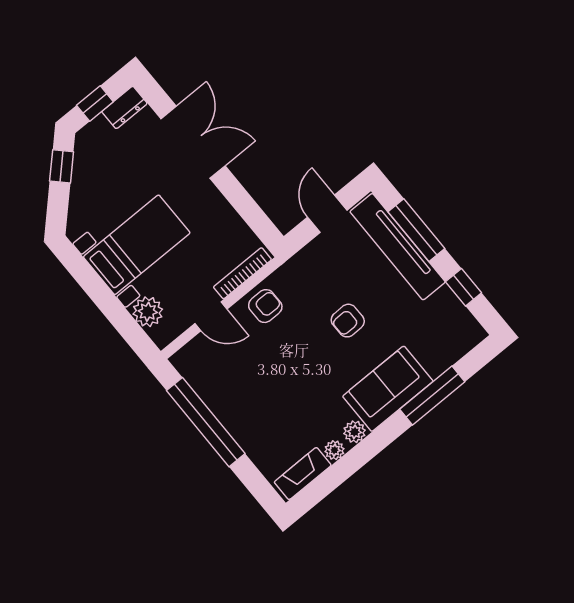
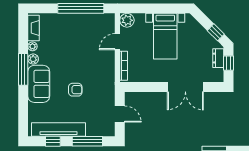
dresser: (124, 107) -> (218, 58), moved
tv unit: (398, 247) -> (59, 130), moved
armchair: (265, 306) -> (105, 64), removed
plant: (148, 312) -> (127, 20), moved
armchair: (348, 321) -> (75, 90), turned 91
window: (432, 395) -> (23, 69), moved

